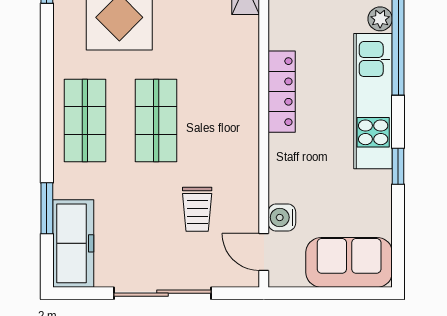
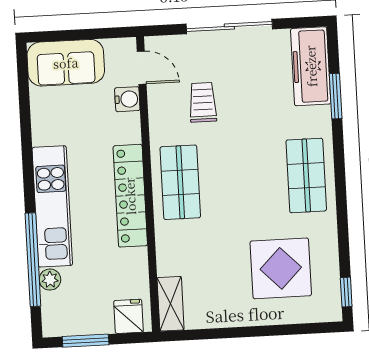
locker: (282, 92) -> (130, 196), width x1.41, depth x1.21
shop shelf: (156, 121) -> (180, 182), moved
window: (398, 166) -> (27, 150), removed

